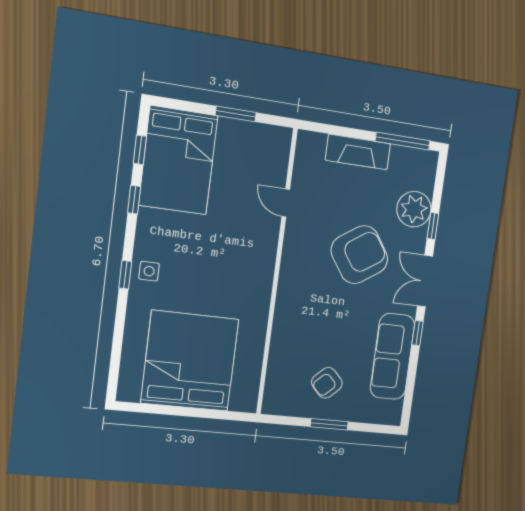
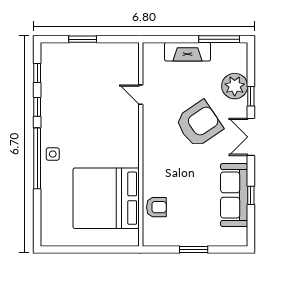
window: (236, 114) -> (83, 39), moved
bed: (178, 160) -> (63, 76), removed
window: (125, 275) -> (37, 158), width x3.17
window: (418, 333) -> (251, 195), moved
bed: (190, 361) -> (106, 198), moved, turned -90
armchair: (327, 383) -> (156, 207), moved, turned -136

